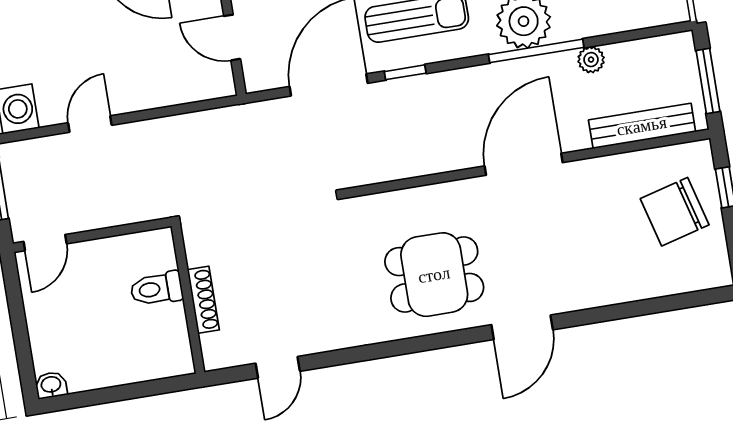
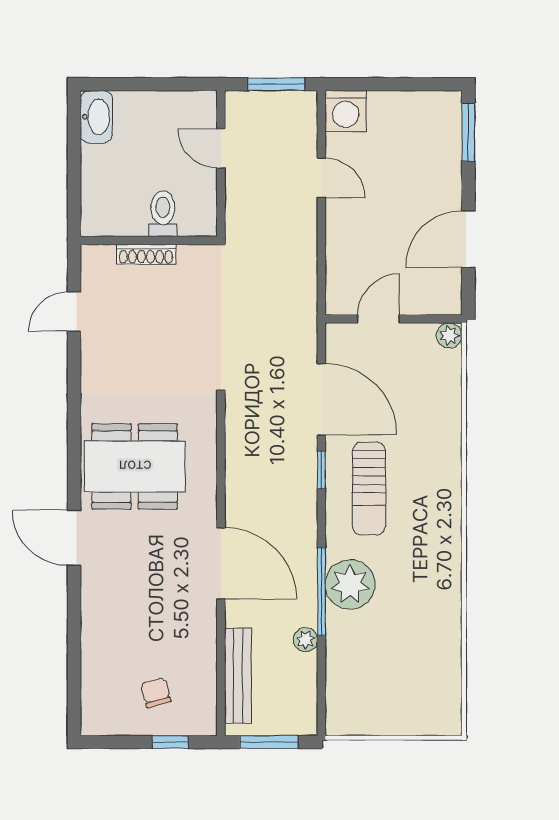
chair: (675, 212) -> (156, 693), width x0.54, depth x0.54
door: (45, 243) -> (221, 148), moved
dining table: (434, 275) -> (135, 466), width x1.38
door: (278, 367) -> (74, 312), hinge flipped
washbasin: (51, 385) -> (96, 117), width x1.91, depth x1.45

